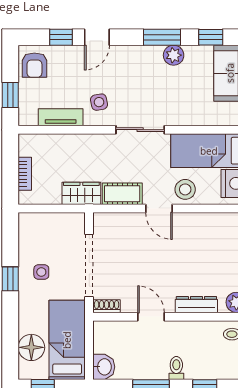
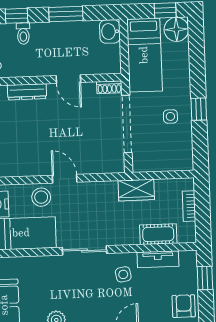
cot: (122, 194) -> (158, 234), moved
floor lamp: (31, 347) -> (176, 29), moved
toilet: (176, 368) -> (23, 34), moved

